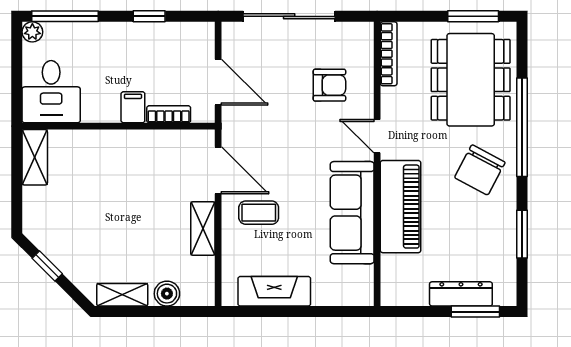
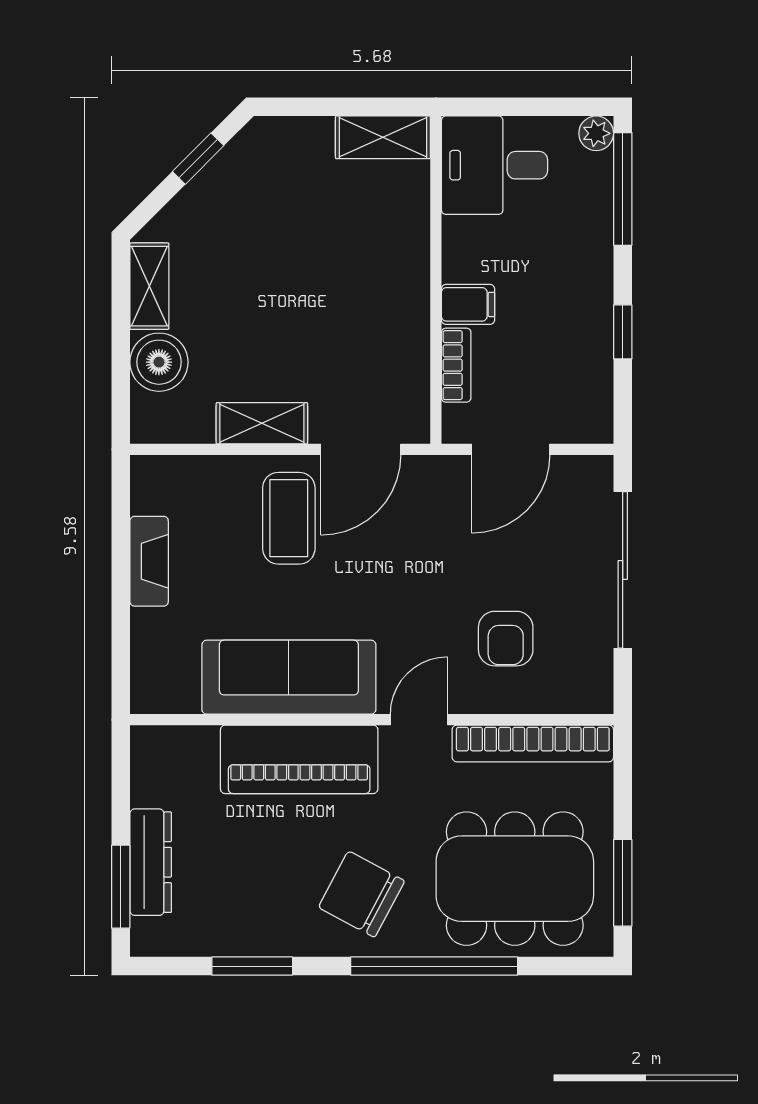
bookcase: (389, 54) -> (533, 743), width x1.48, depth x1.31
coffee table: (259, 213) -> (289, 518), width x1.36, depth x1.30
fireplace: (274, 291) -> (149, 561), width x0.73, depth x0.76
boiler: (167, 294) -> (159, 362), width x1.36, depth x1.36

